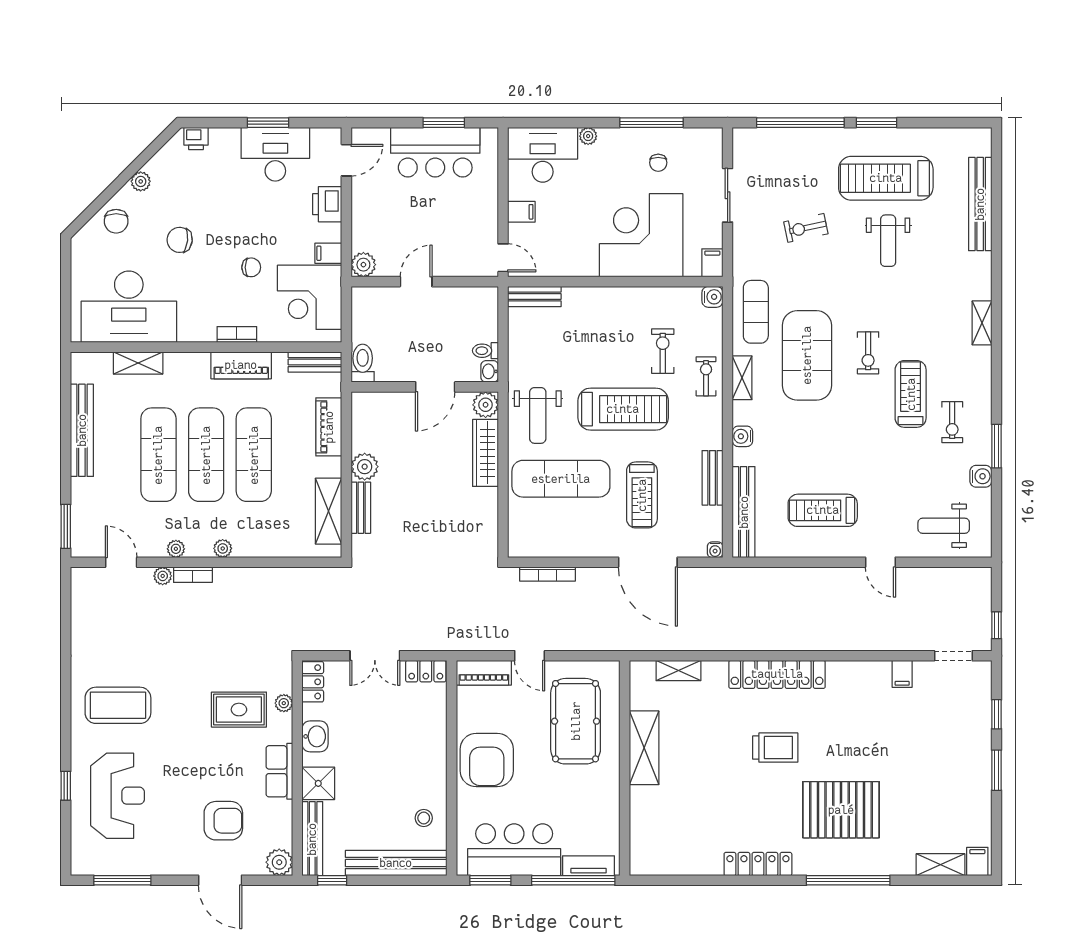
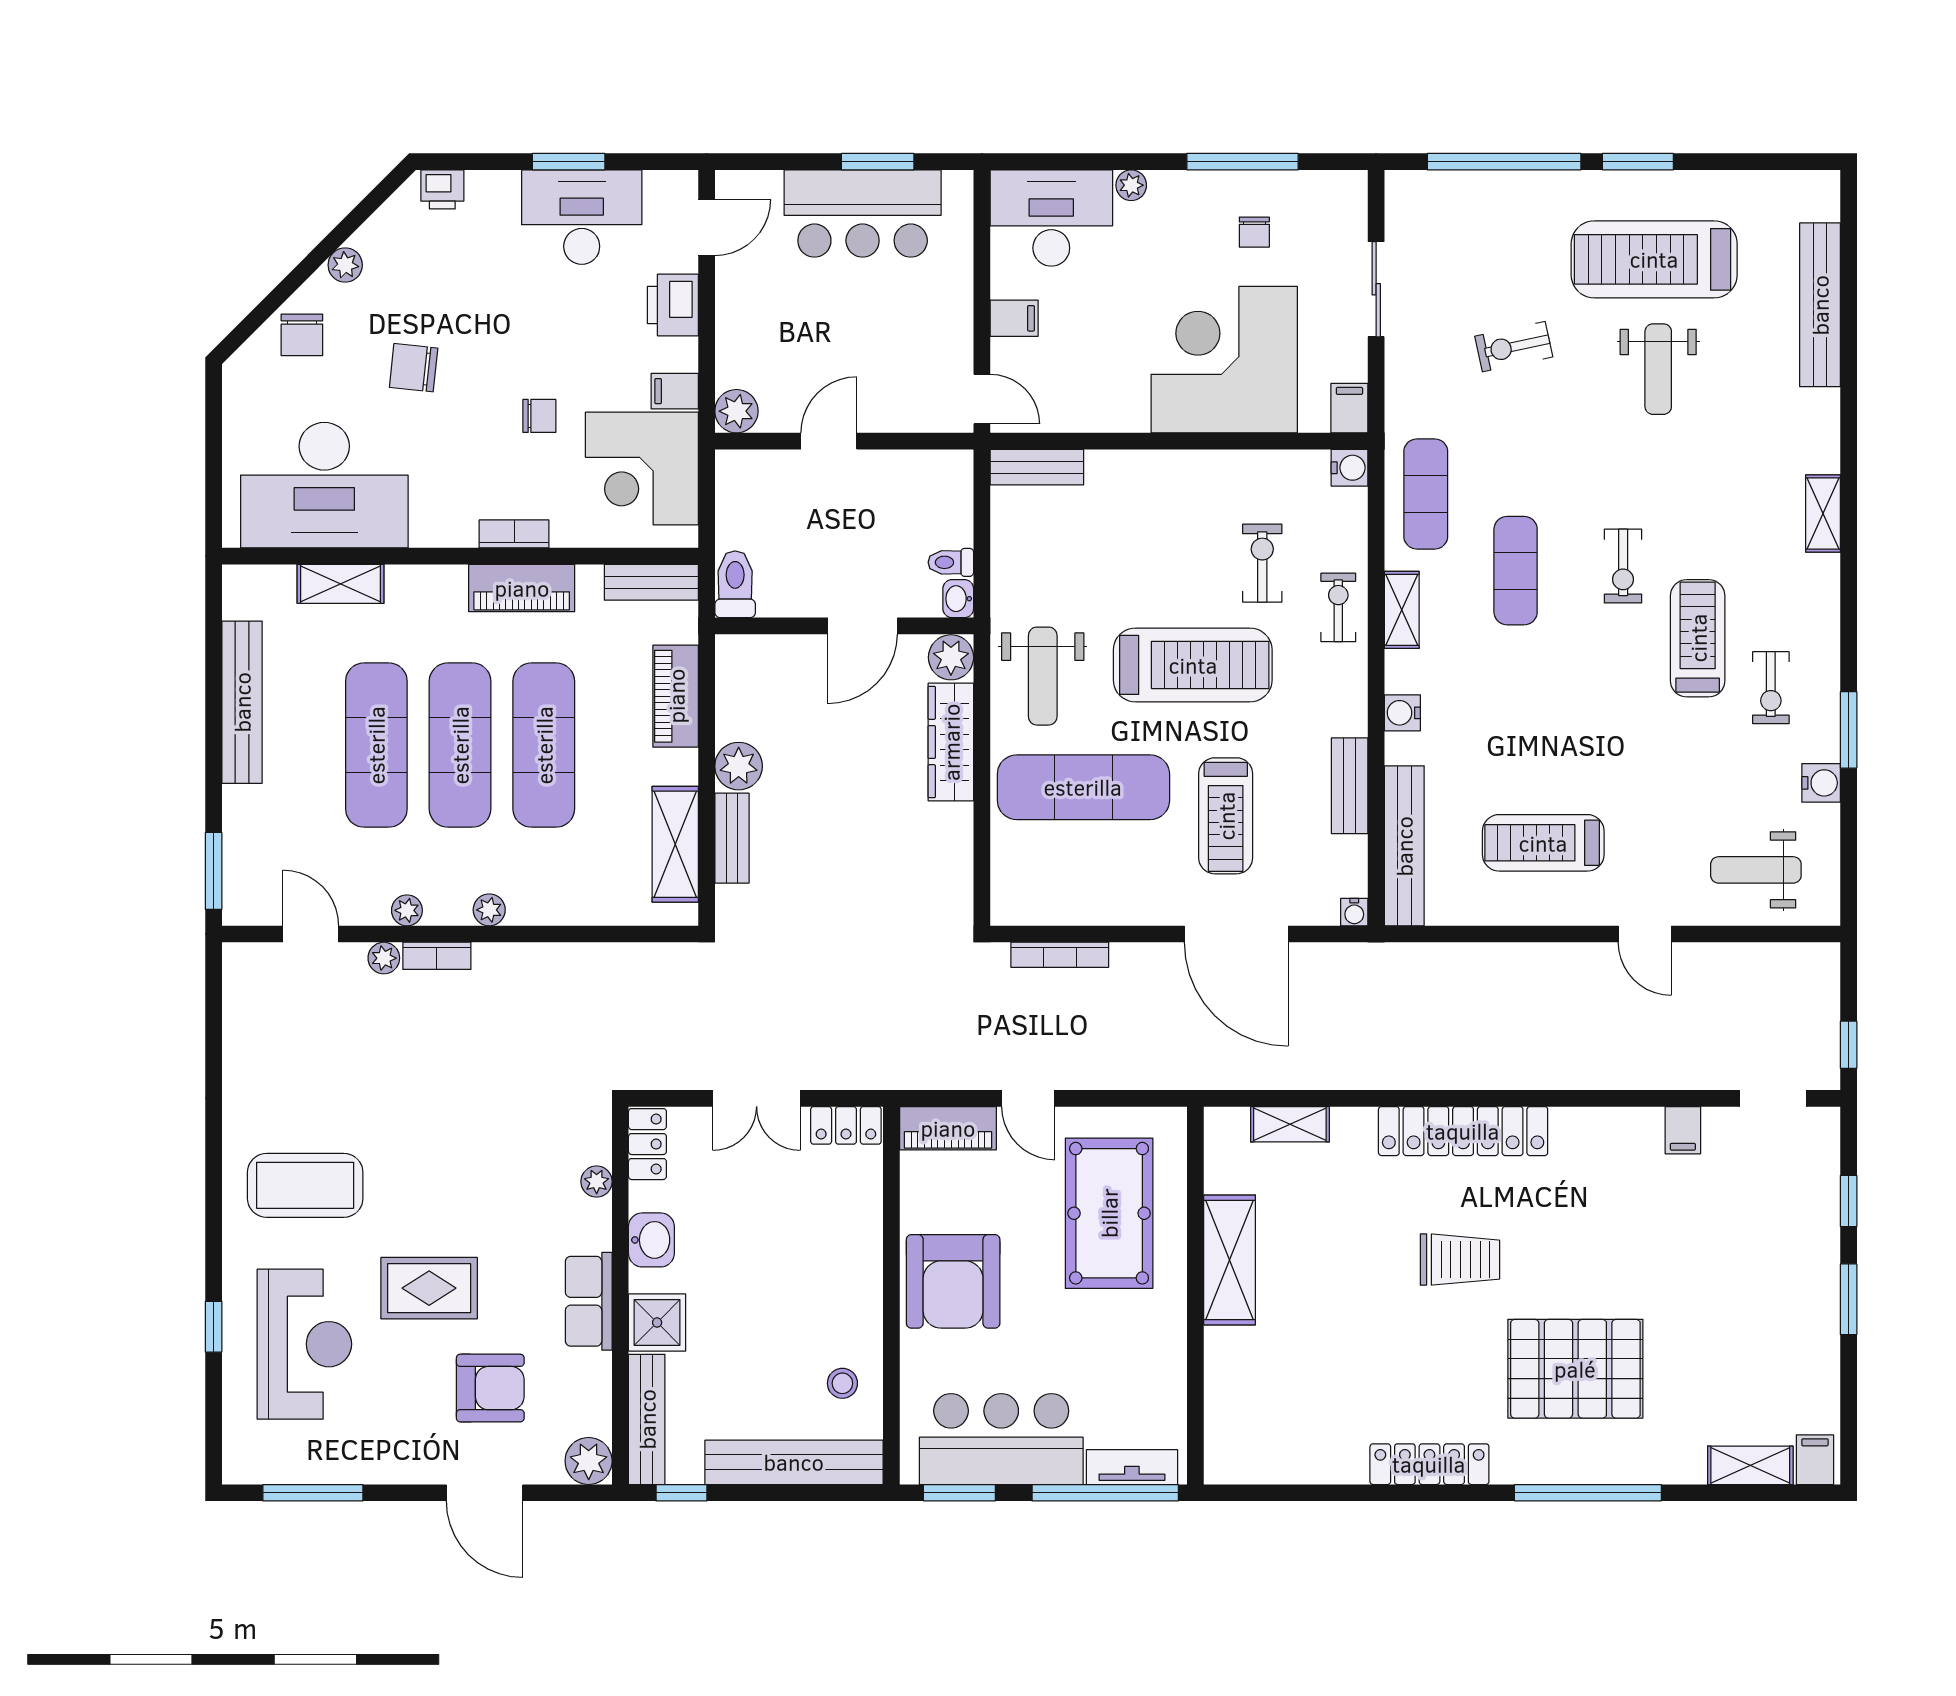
exercise mat: (807, 355) -> (1516, 571), width x0.50, depth x0.69
rug: (239, 710) -> (429, 1288), moved

